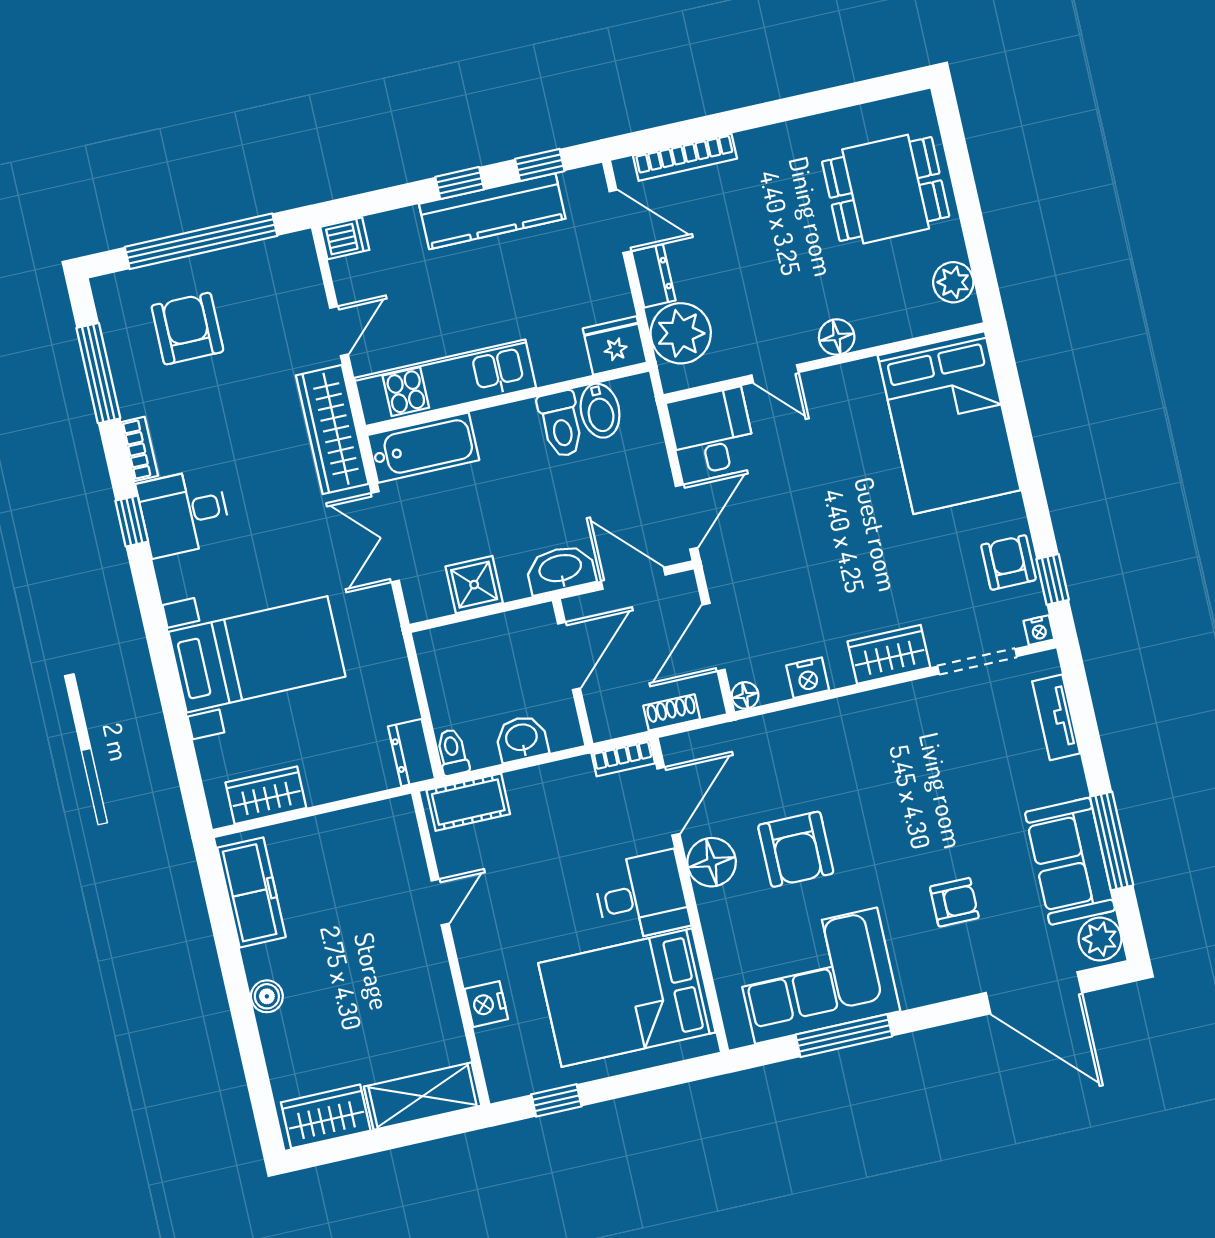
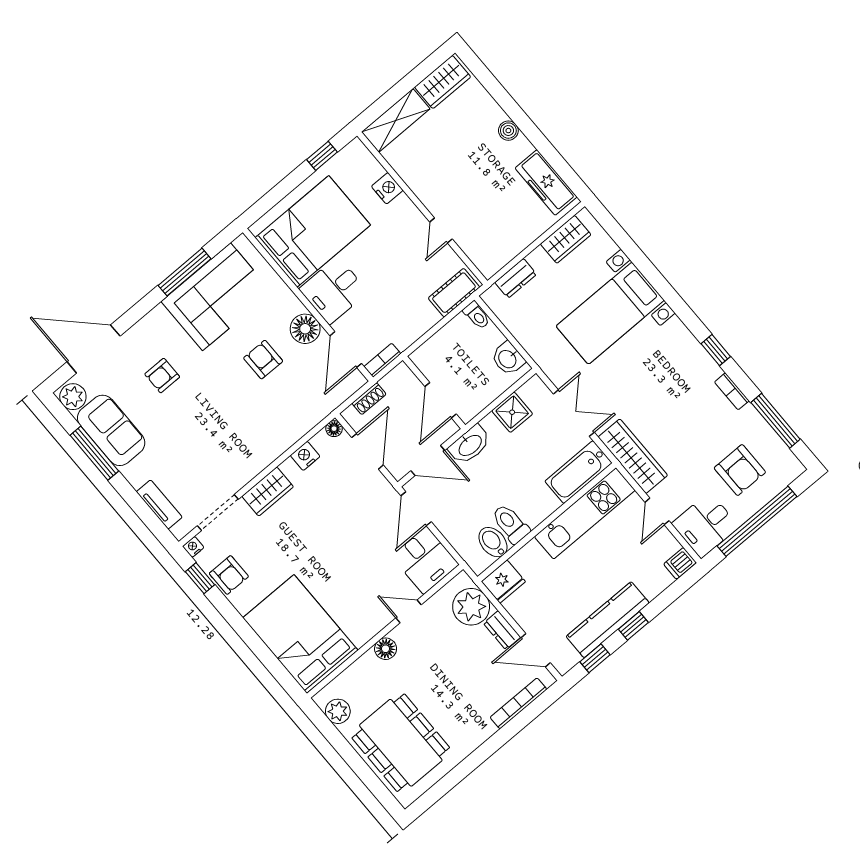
dining table: (886, 189) -> (401, 743), width x1.38
desk: (184, 513) -> (705, 525), moved, turned 180
washbasin: (522, 738) -> (508, 359), moved, turned 90
dresser: (411, 753) -> (516, 278), moved, turned 90
armchair: (796, 849) -> (263, 360), width x0.72, depth x0.72

